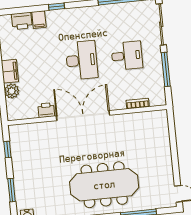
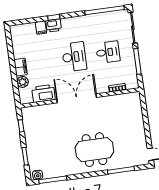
printer: (22, 21) -> (54, 25), moved
printer: (46, 110) -> (43, 93), width x1.87, depth x1.48
meeting table: (104, 185) -> (94, 150), width x0.73

